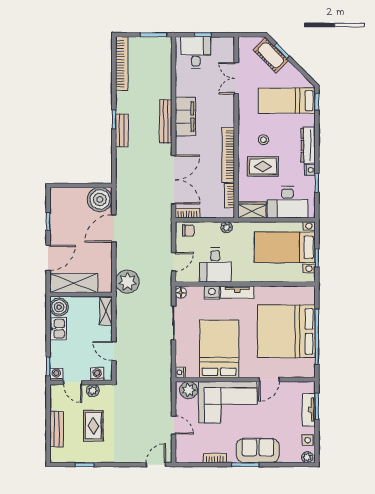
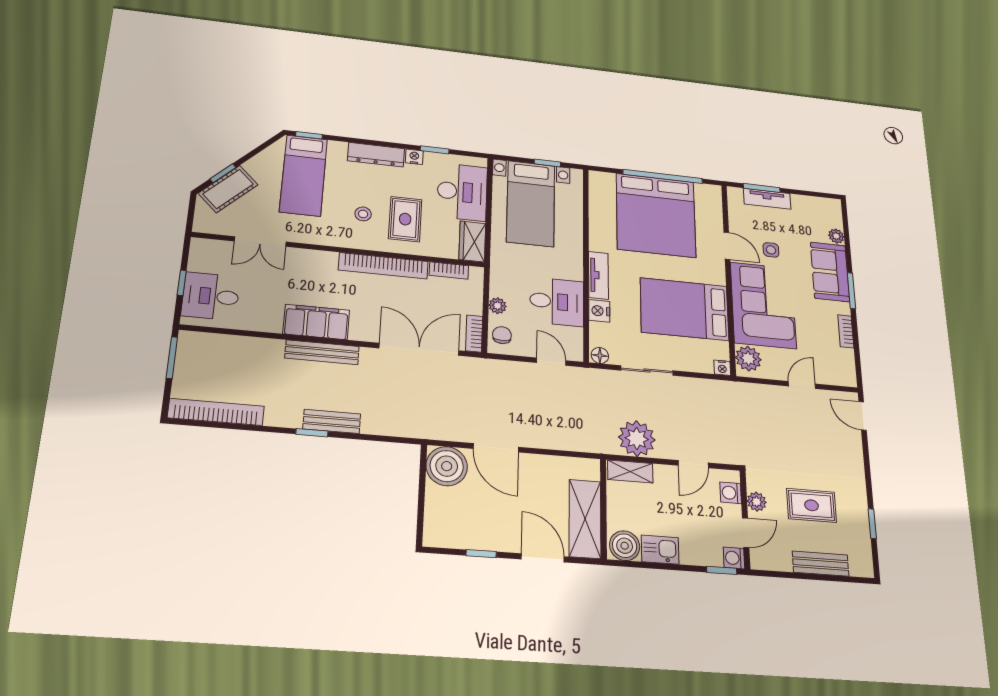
plant: (226, 227) -> (498, 306), moved
plant: (127, 282) -> (637, 439), moved
side table: (308, 440) -> (771, 250), moved
plant: (307, 457) -> (836, 236), moved

